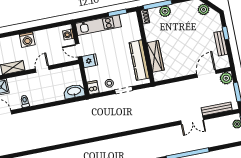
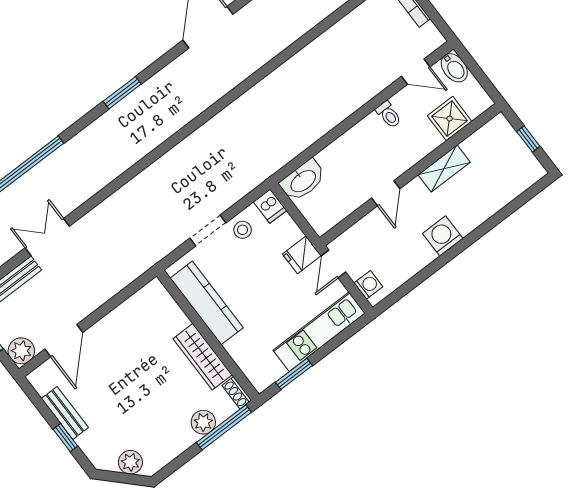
door: (78, 50) -> (333, 264), swing flipped
wardrobe: (155, 56) -> (203, 357), moved

